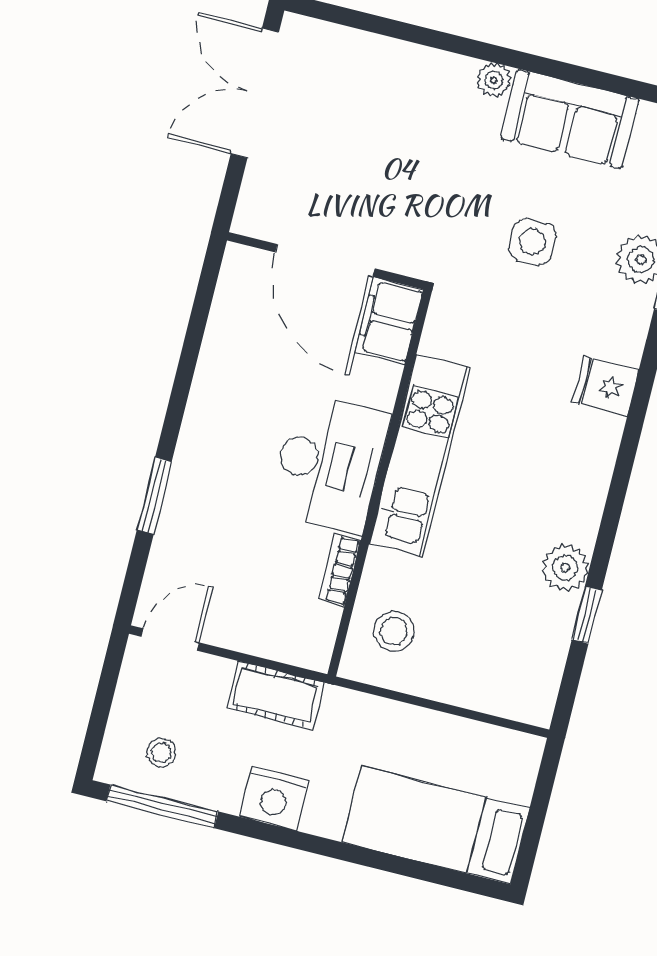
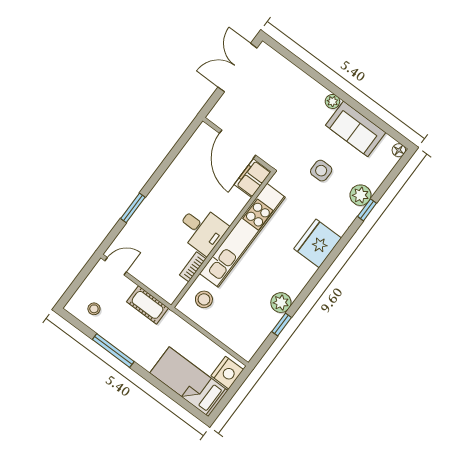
fridge: (606, 386) -> (318, 243), width x1.88, depth x1.34
kitchen unit: (419, 456) -> (242, 235), width x1.36
desk: (329, 463) -> (202, 229), width x0.73
nightstand: (274, 798) -> (227, 373), moved, turned -90
window: (162, 806) -> (113, 350), moved

